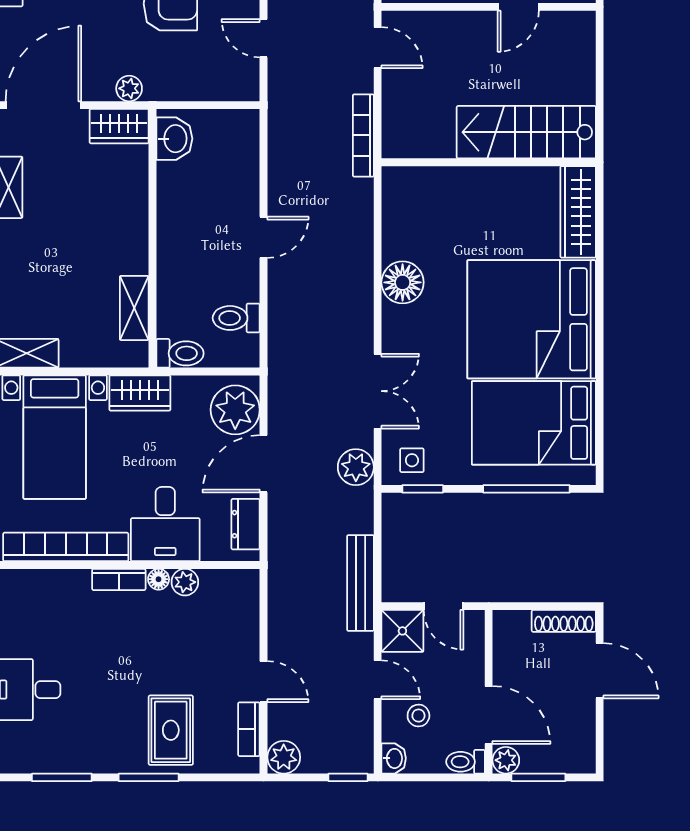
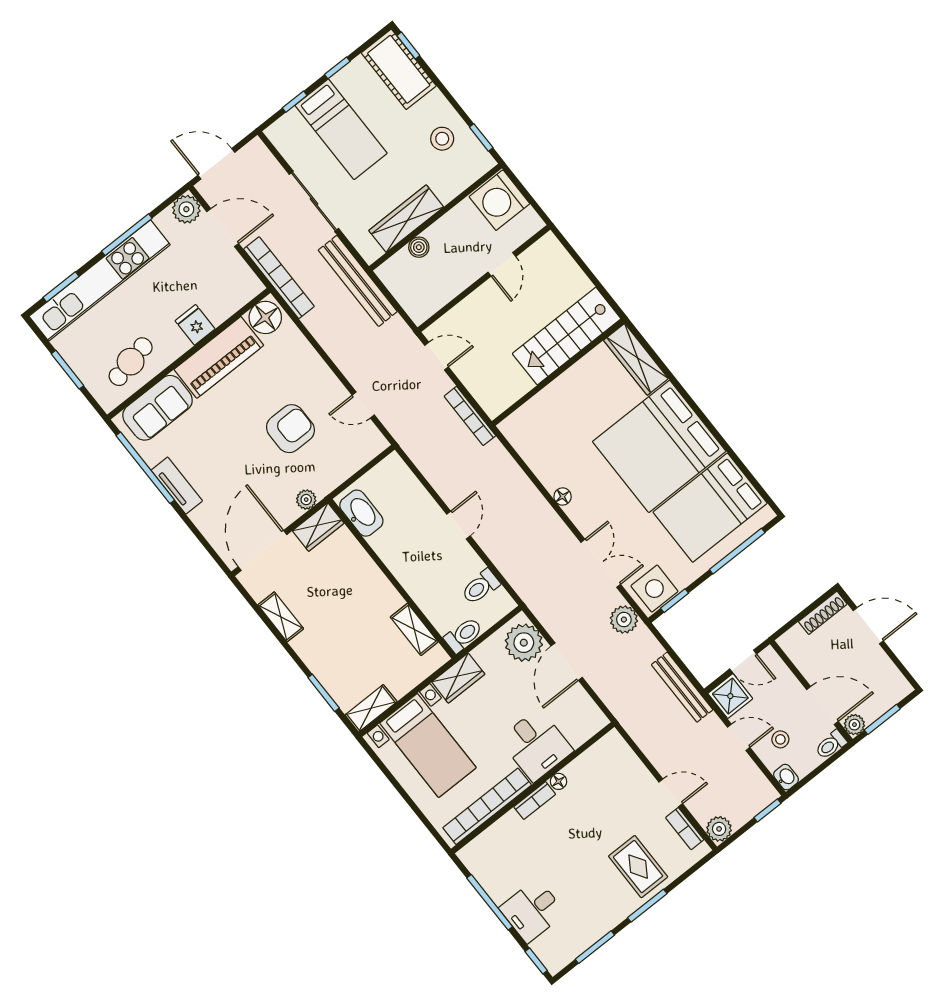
washbasin: (174, 139) -> (361, 513), width x1.38
floor lamp: (403, 282) -> (563, 497), width x0.53, depth x0.53
side table: (412, 460) -> (654, 589), width x1.87, depth x1.87
dresser: (246, 524) -> (585, 707), removed
plant: (185, 582) -> (576, 771), removed

